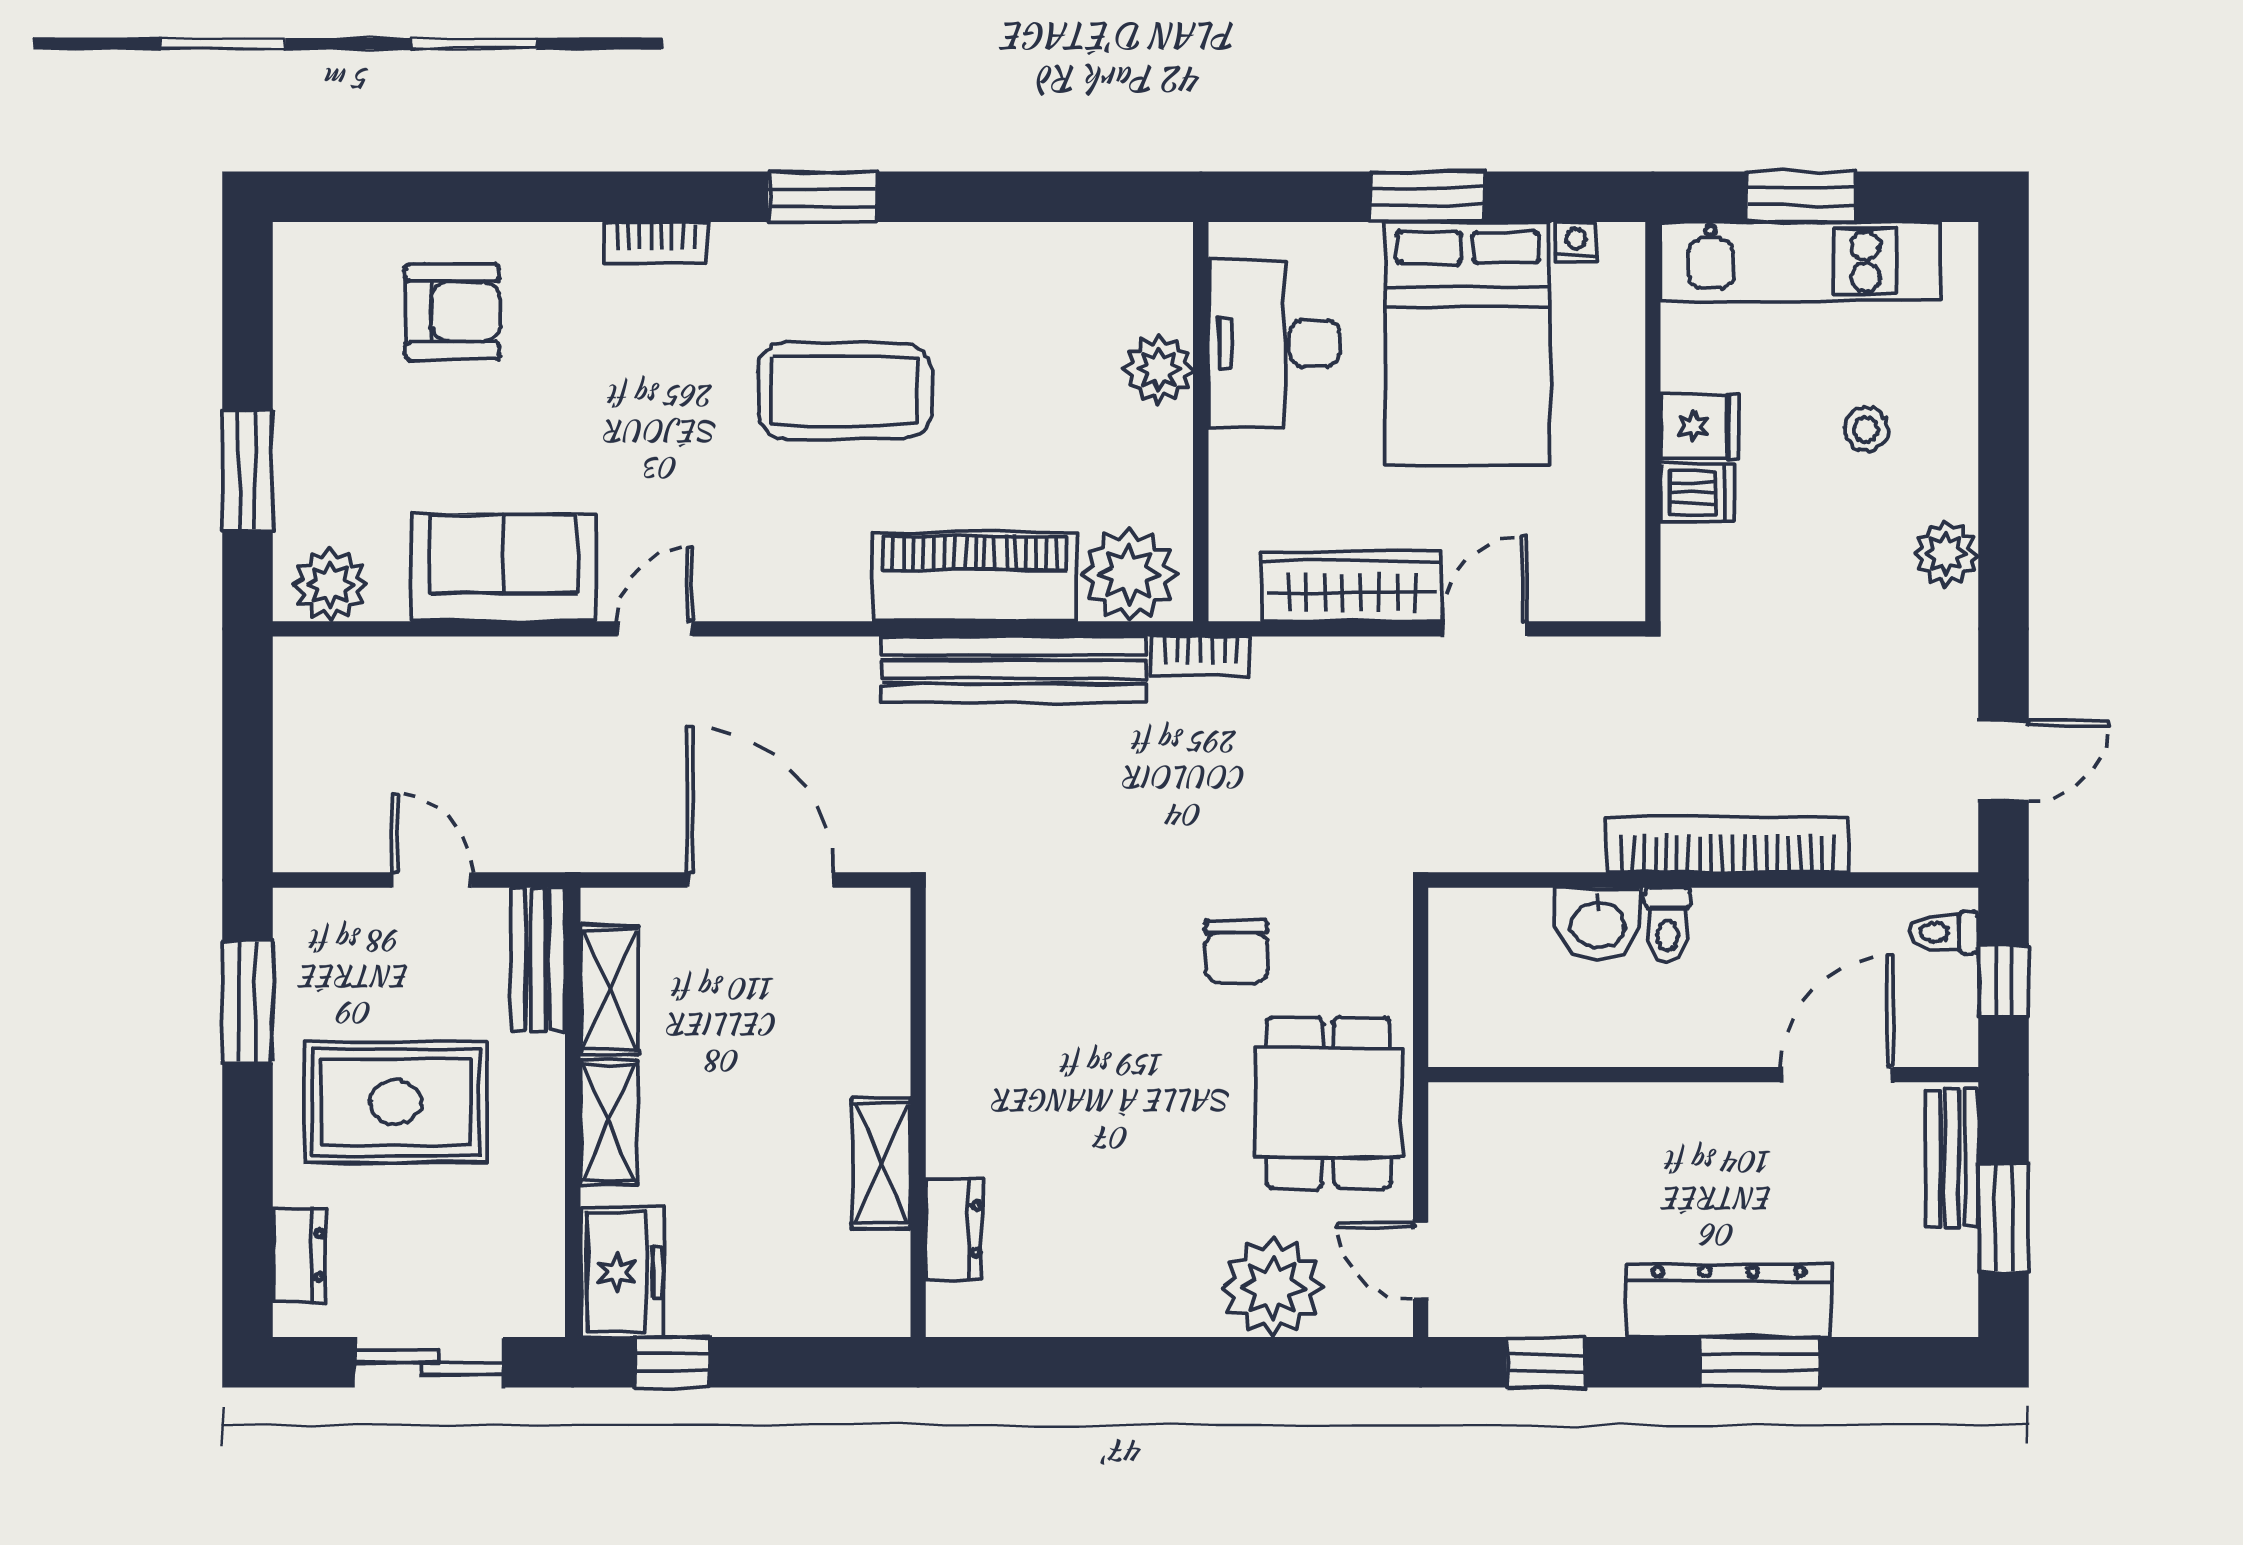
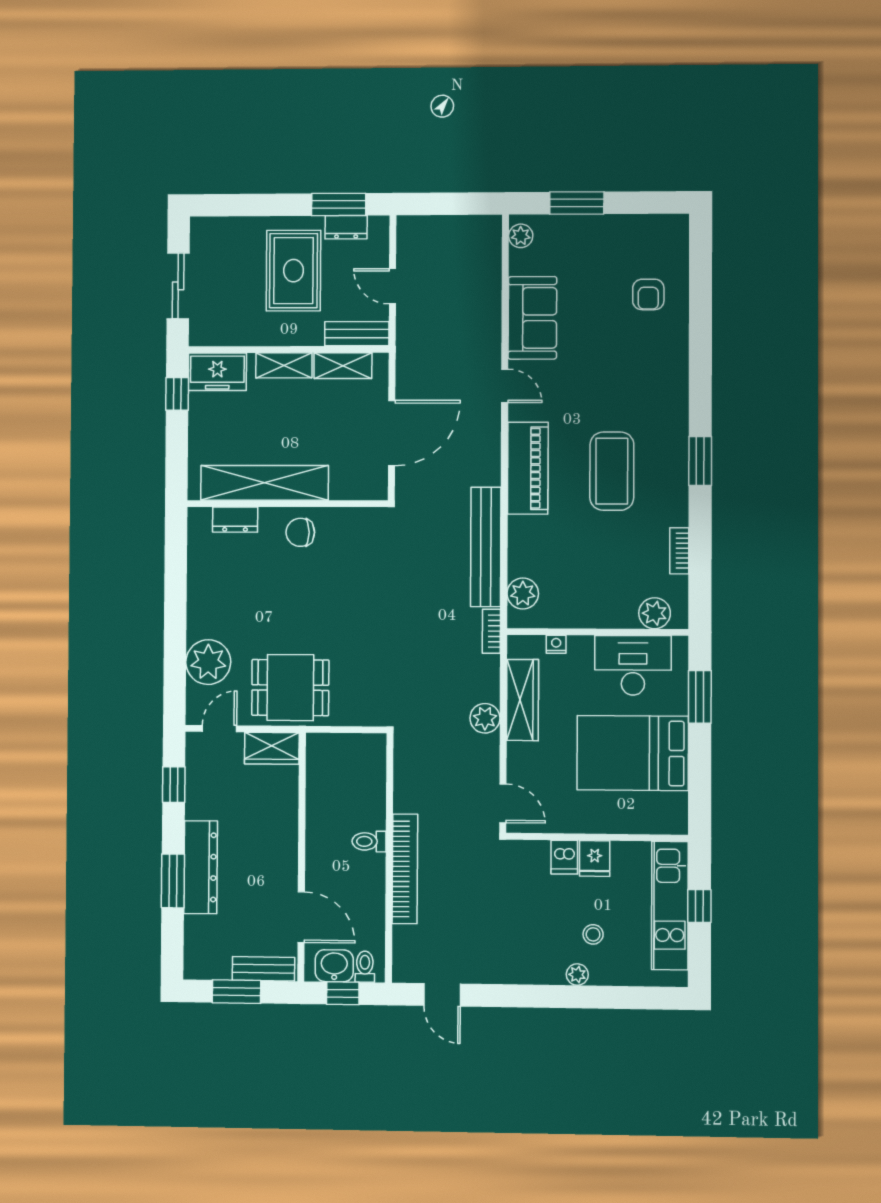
window: (1427, 197) -> (700, 697), moved
window: (1801, 197) -> (699, 906), width x0.67
bookcase: (656, 242) -> (679, 551), moved
nightstand: (1576, 242) -> (556, 644), moved, turned -90
armchair: (452, 312) -> (648, 294), width x0.72, depth x0.72
plant: (1159, 370) -> (655, 613), moved
plant: (1946, 554) -> (577, 975), moved, width x0.73, depth x0.73
plant: (1129, 574) -> (523, 593), width x0.73, depth x0.73
piano: (975, 577) -> (528, 468), moved
plant: (330, 585) -> (521, 236), width x0.73, depth x0.73
door: (1485, 629) -> (503, 803), moved
plant: (1393, 669) -> (485, 718), added
door: (432, 880) -> (392, 286), swing flipped
washbasin: (1598, 923) -> (334, 966), moved, turned 90
chair: (1236, 952) -> (300, 532), moved
wardrobe: (1463, 1143) -> (272, 748), added
shelving: (881, 1164) -> (265, 483), width x2.20, depth x1.33
dresser: (299, 1255) -> (346, 227), moved

